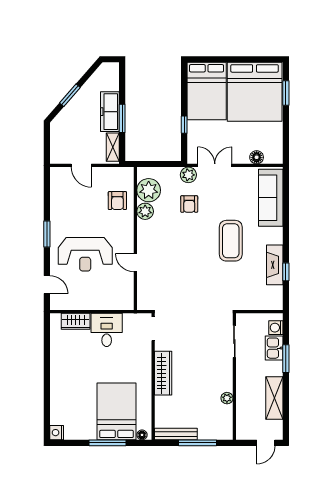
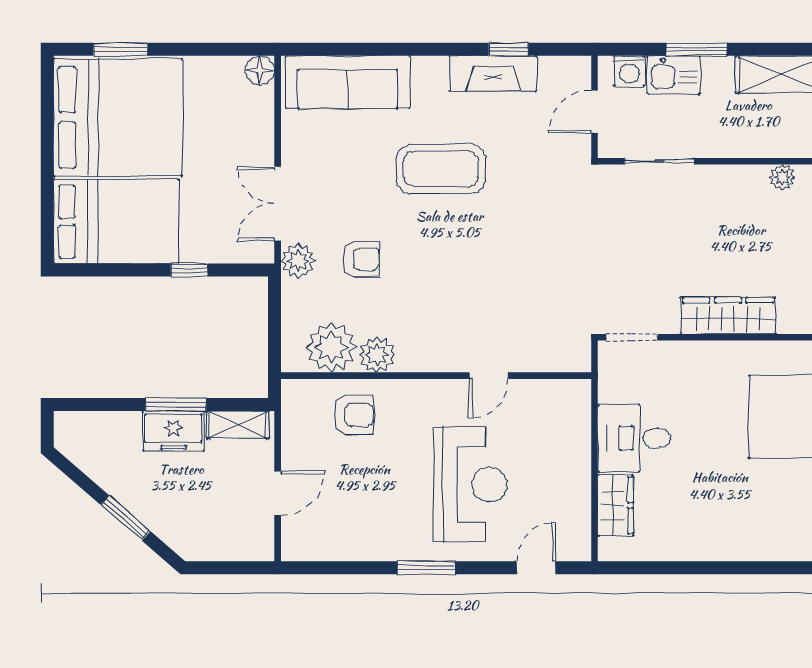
freezer: (110, 112) -> (173, 431), width x0.71
floor lamp: (257, 157) -> (260, 70), moved
door: (257, 312) -> (594, 112), added

